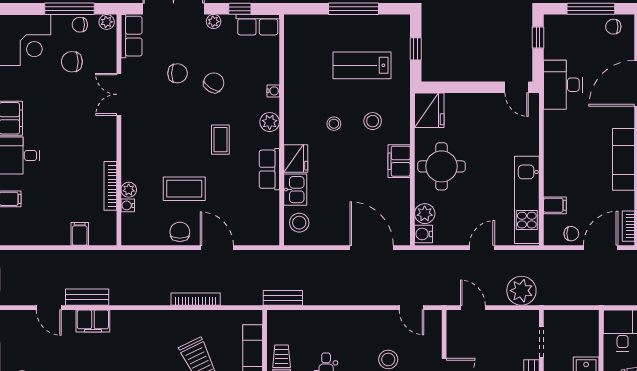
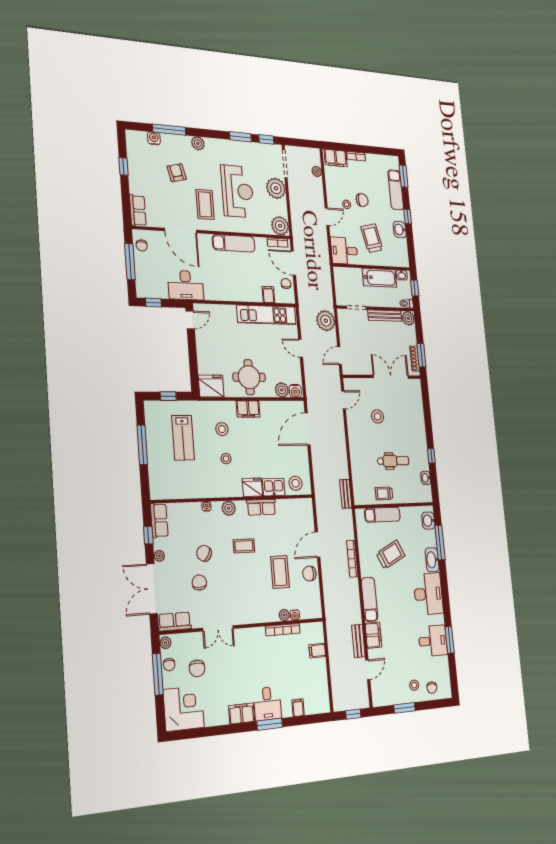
exam couch: (140, 320) -> (370, 599), added

